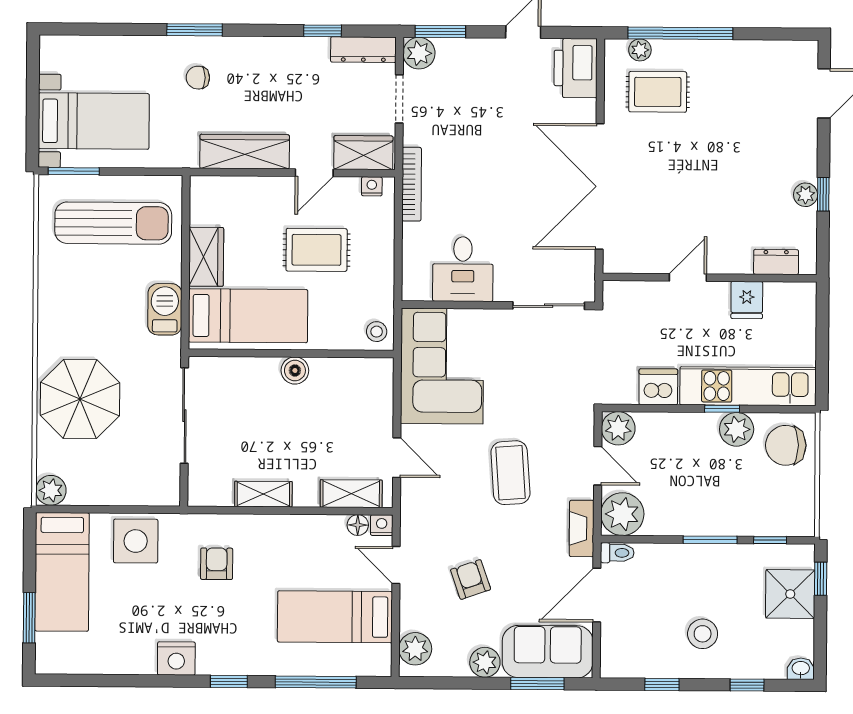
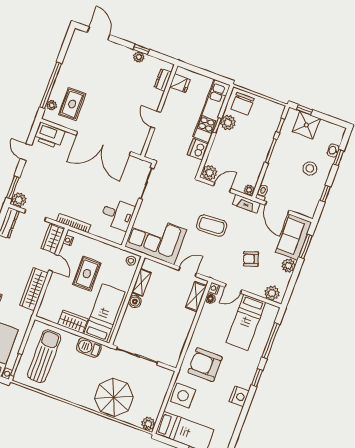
fridge: (747, 300) -> (180, 83), moved
shelving: (263, 494) -> (142, 282), moved
plant: (622, 514) -> (249, 190), width x0.53, depth x0.53
armchair: (217, 564) -> (205, 365), width x1.88, depth x1.88
washbasin: (801, 669) -> (333, 150), moved

